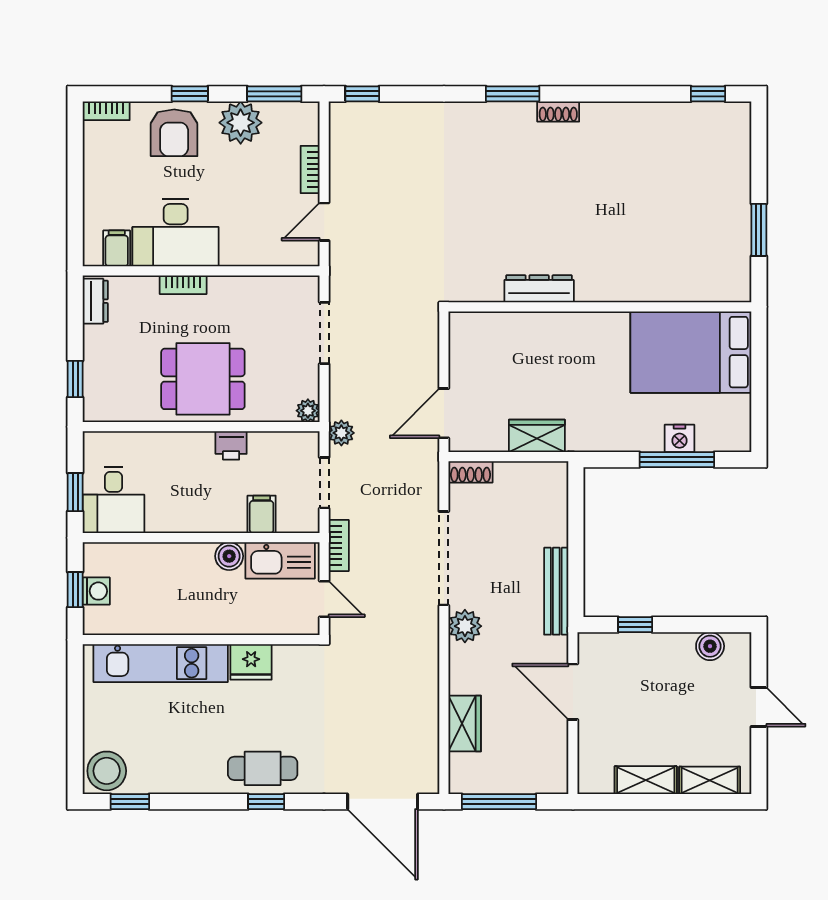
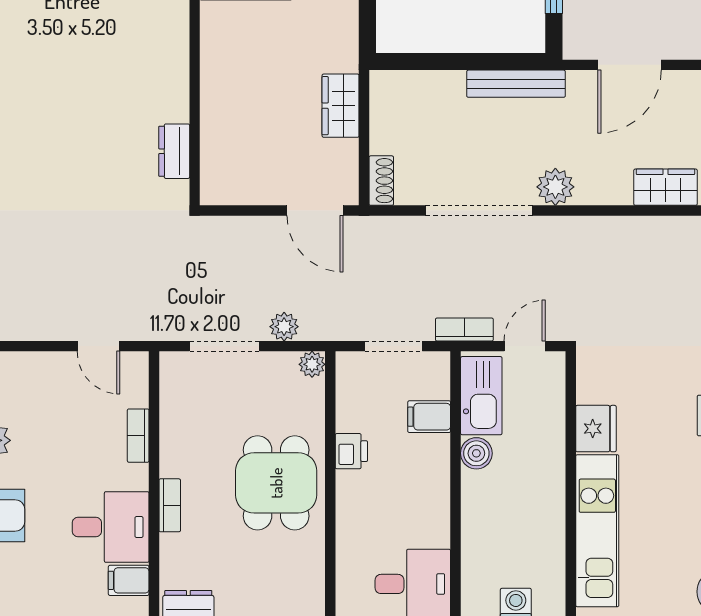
bookcase: (310, 169) -> (138, 436), moved, turned 90
desk: (176, 232) -> (111, 527), width x0.73
dresser: (539, 289) -> (174, 151), moved, width x0.70
plant: (341, 433) -> (284, 327), moved

